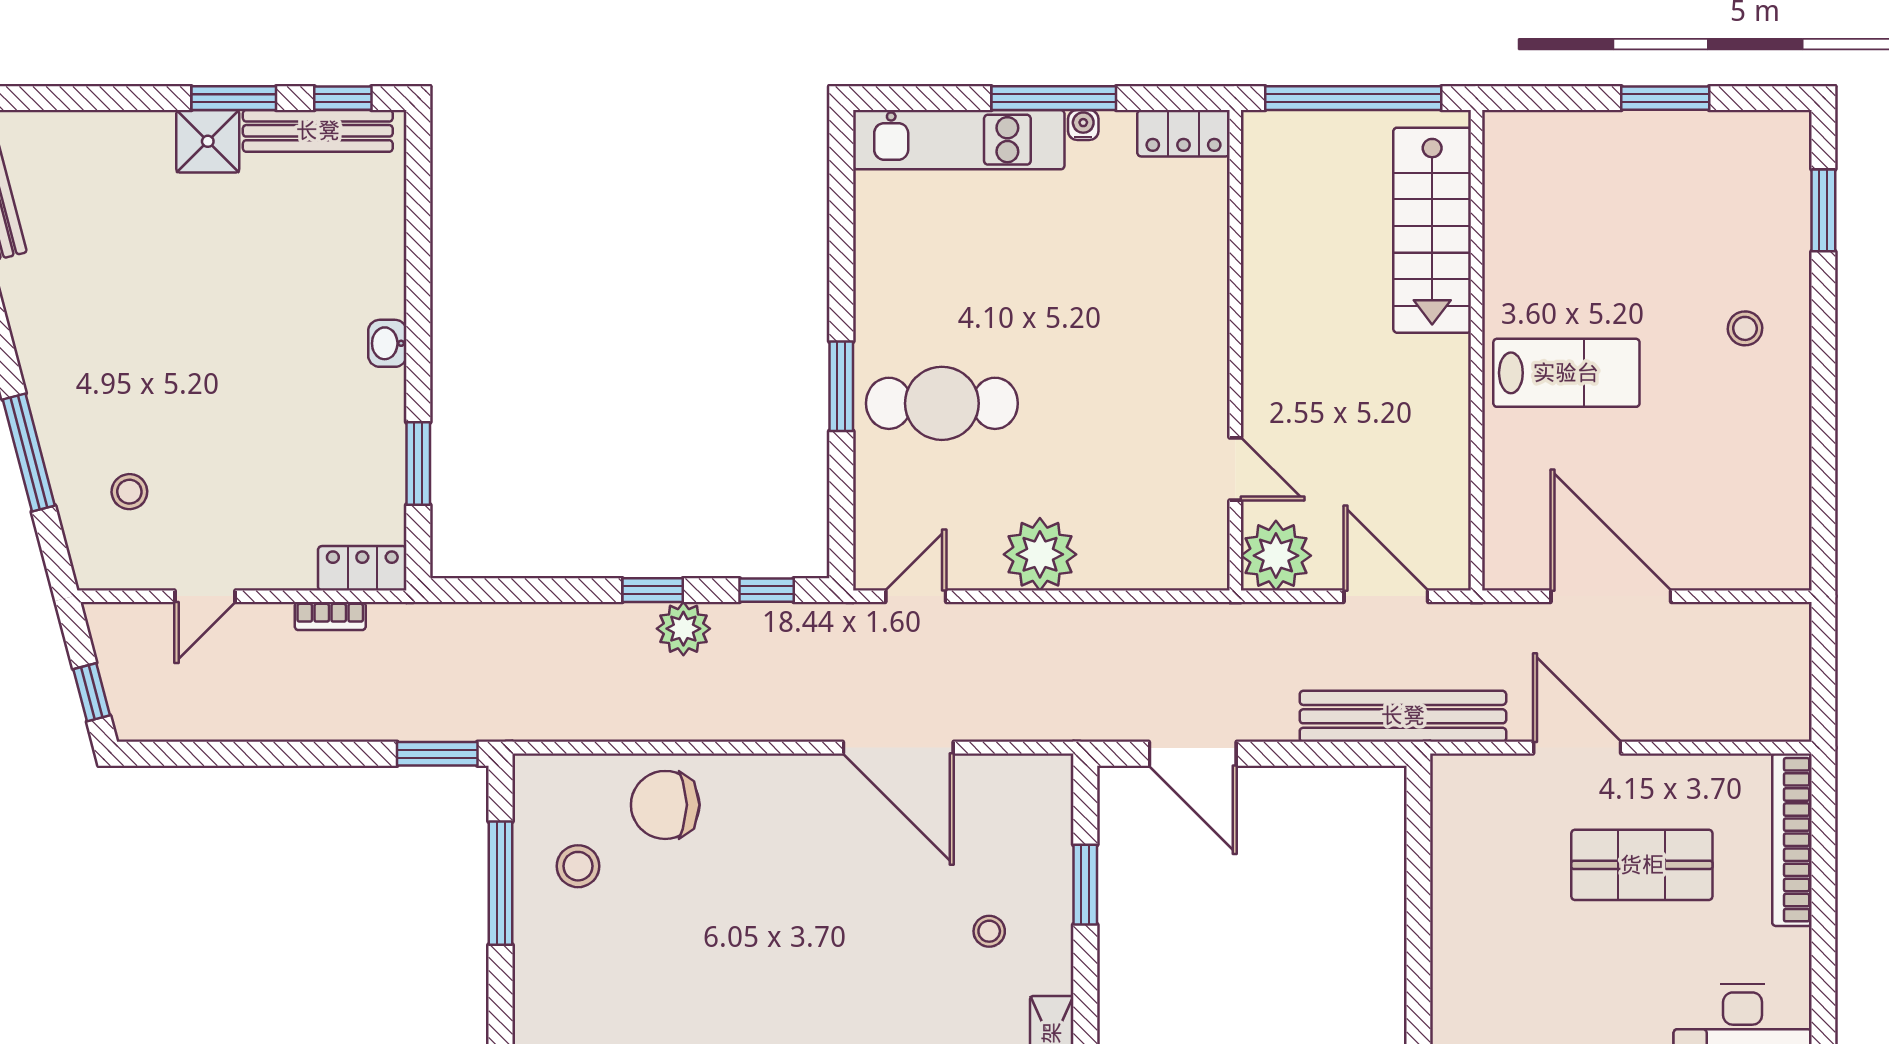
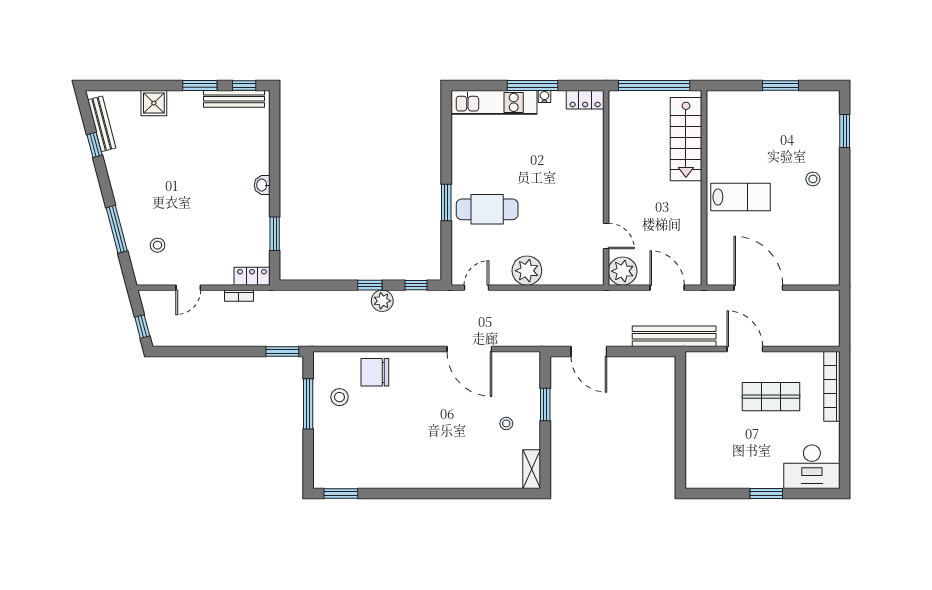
shower: (208, 141) -> (154, 103), moved

